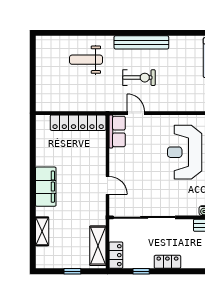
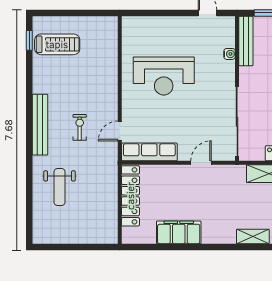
exercise bike: (139, 78) -> (80, 127), width x0.73, depth x0.72
row of seats: (117, 131) -> (149, 152), width x1.48
filing cabinet: (46, 187) -> (179, 232), moved

